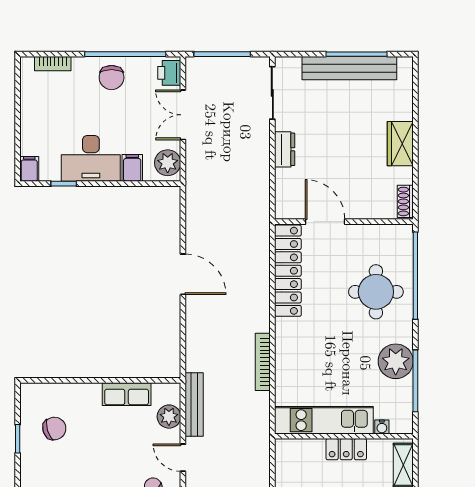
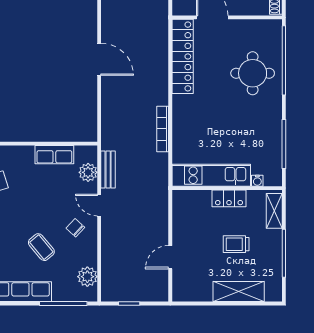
plant: (396, 361) -> (268, 128), removed
bench: (194, 404) -> (108, 170), width x0.73

